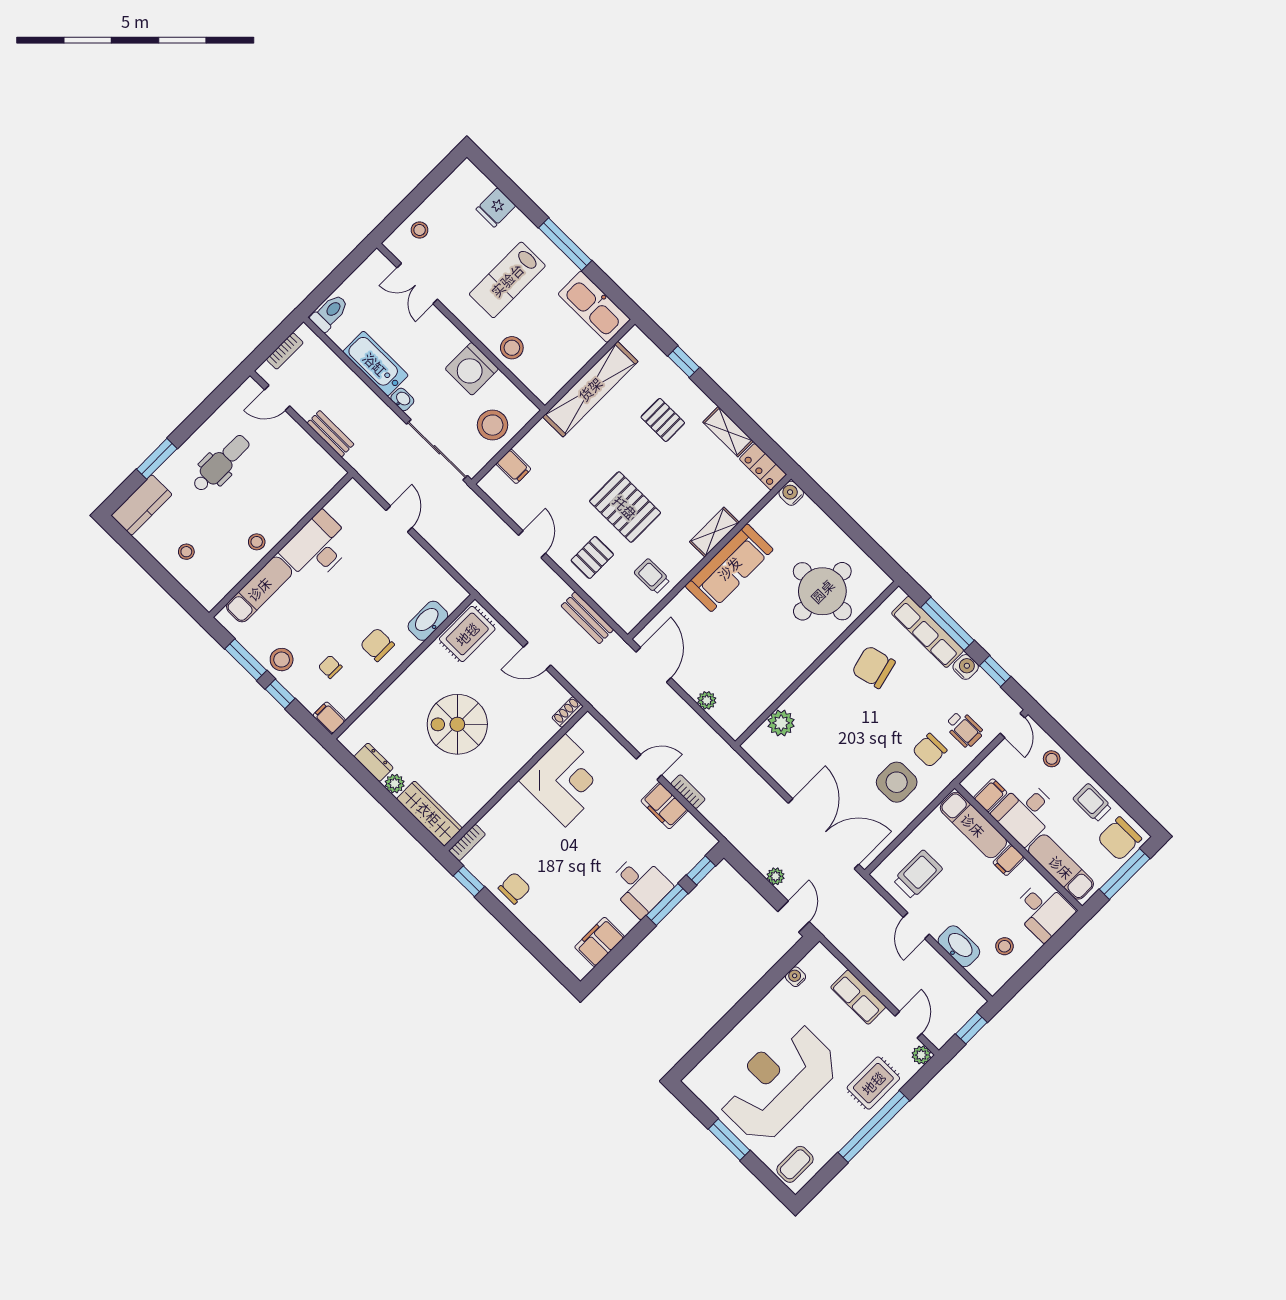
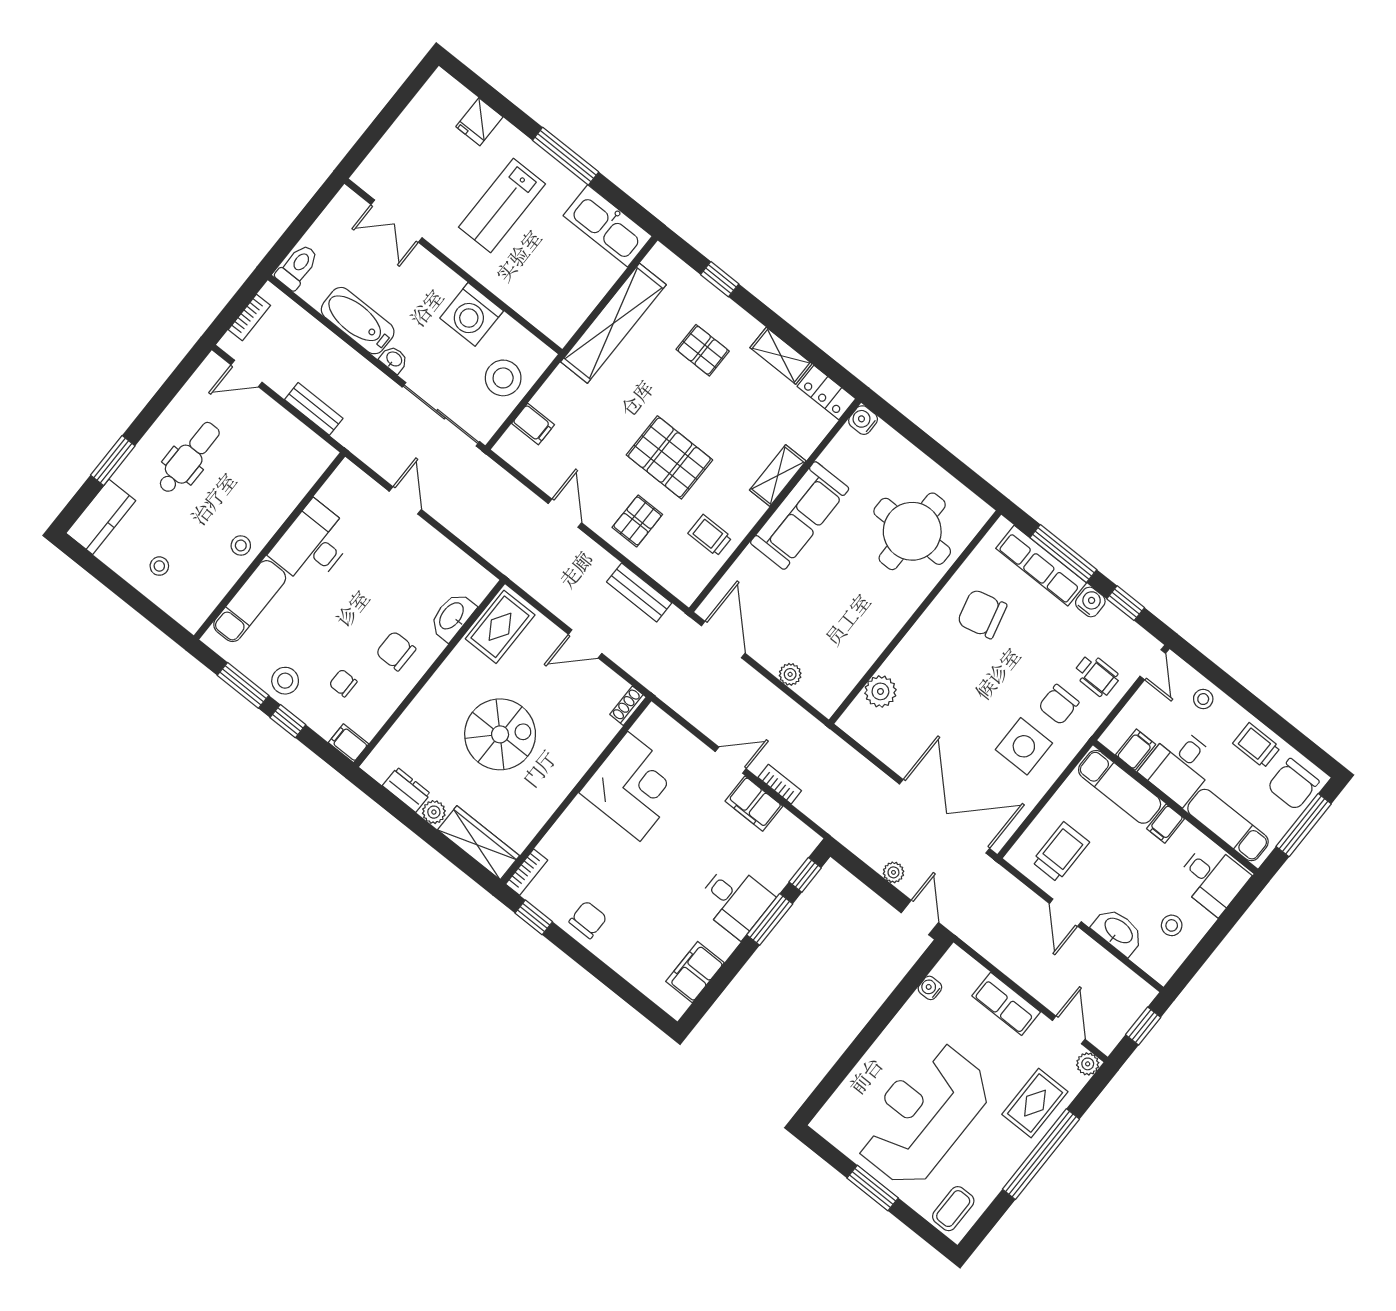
stool: (420, 230) -> (392, 158), removed
stool: (512, 348) -> (516, 285), removed
spiral stairs: (457, 724) -> (500, 734), turned 180

